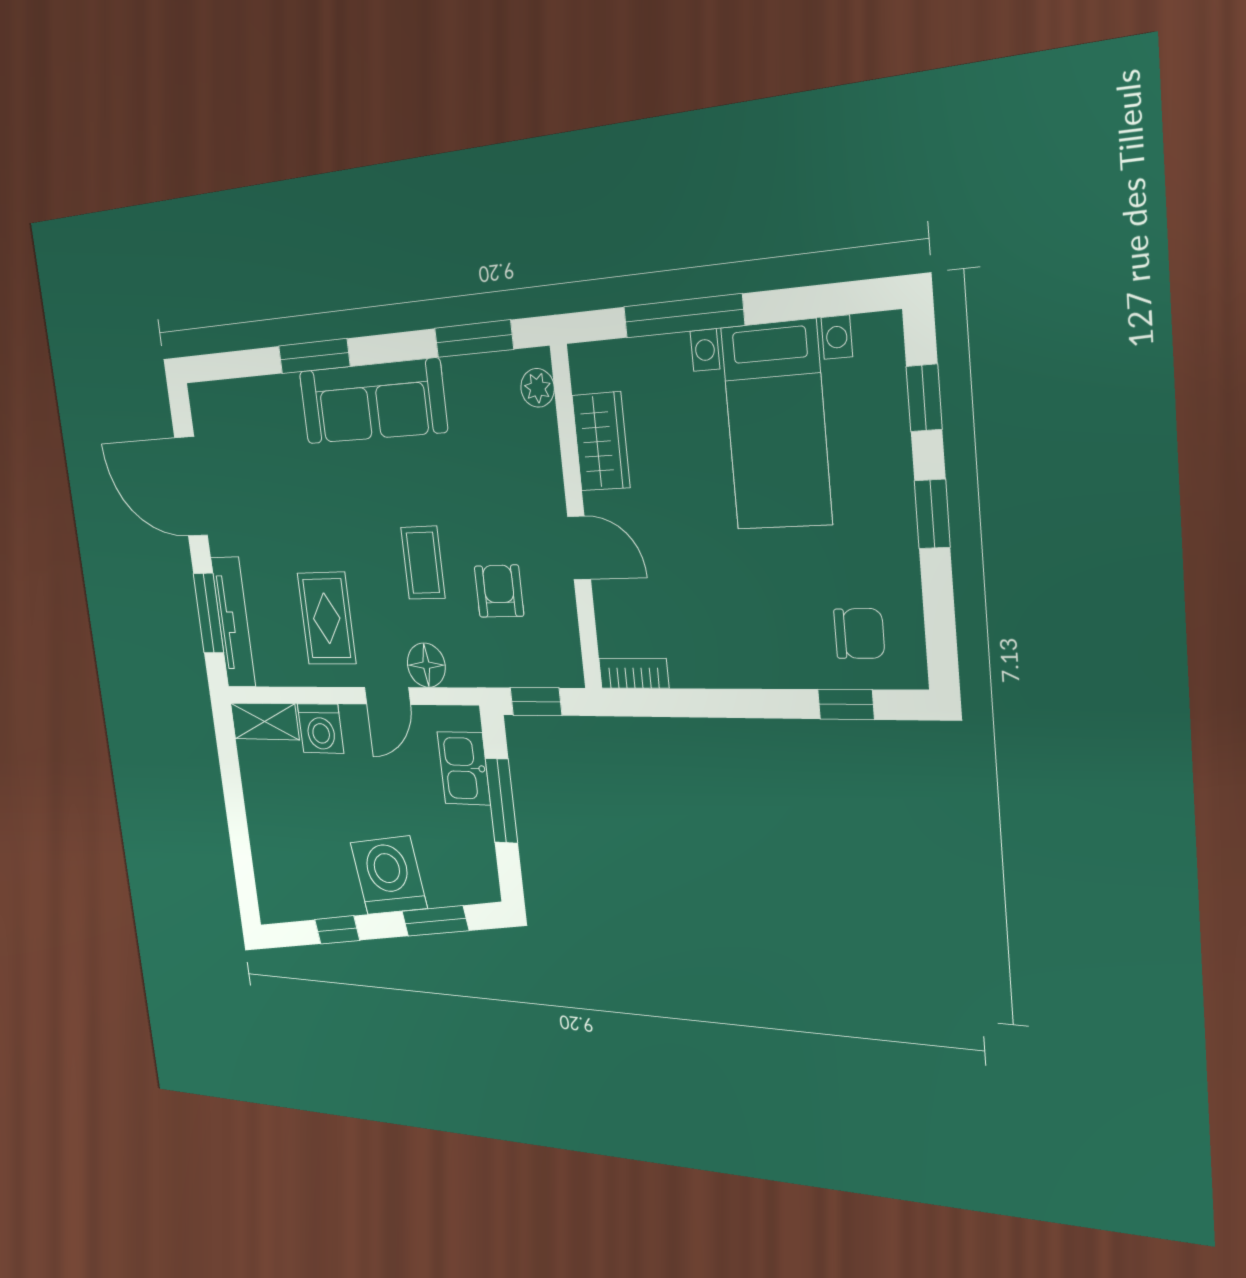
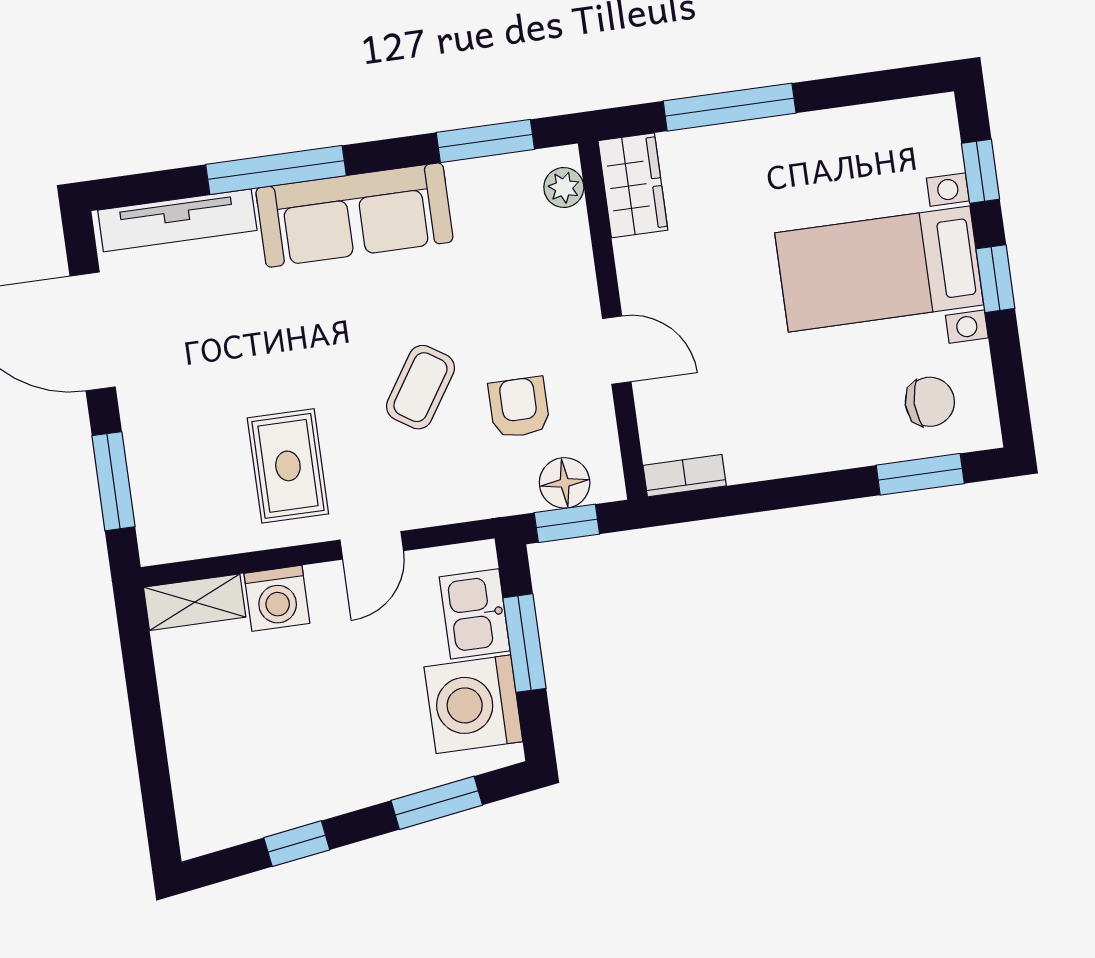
window: (314, 356) -> (276, 170), width x1.44
bed with nightstands: (776, 426) -> (879, 269), moved, turned 90
wardrobe: (601, 441) -> (633, 185), moved
coffee table: (423, 563) -> (420, 387), turned 33
tv unit: (233, 622) -> (177, 220), moved, turned 90
floor lamp: (426, 665) -> (565, 483), moved
window: (846, 704) -> (920, 474), width x1.50
washing machine: (389, 875) -> (473, 704), moved, turned -82

